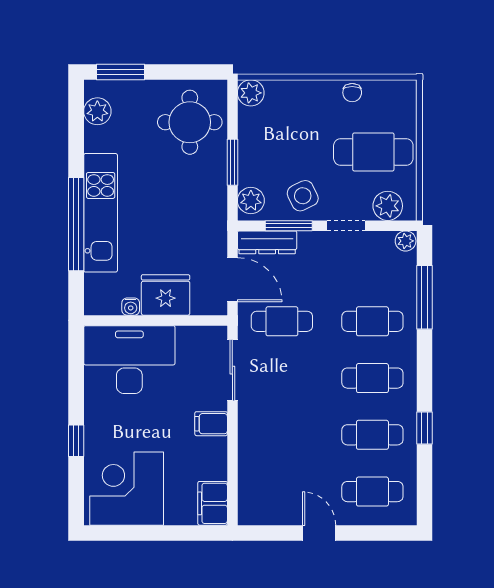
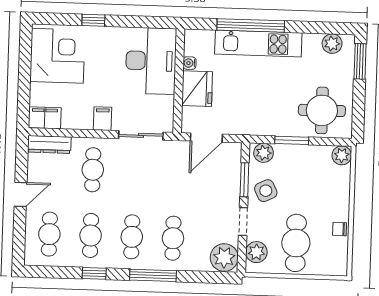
plant: (406, 241) -> (224, 257), width x1.87, depth x1.87
dresser: (267, 242) -> (49, 144), moved, turned -90
window: (425, 297) -> (153, 275), moved
cafe table: (282, 321) -> (93, 170), moved

